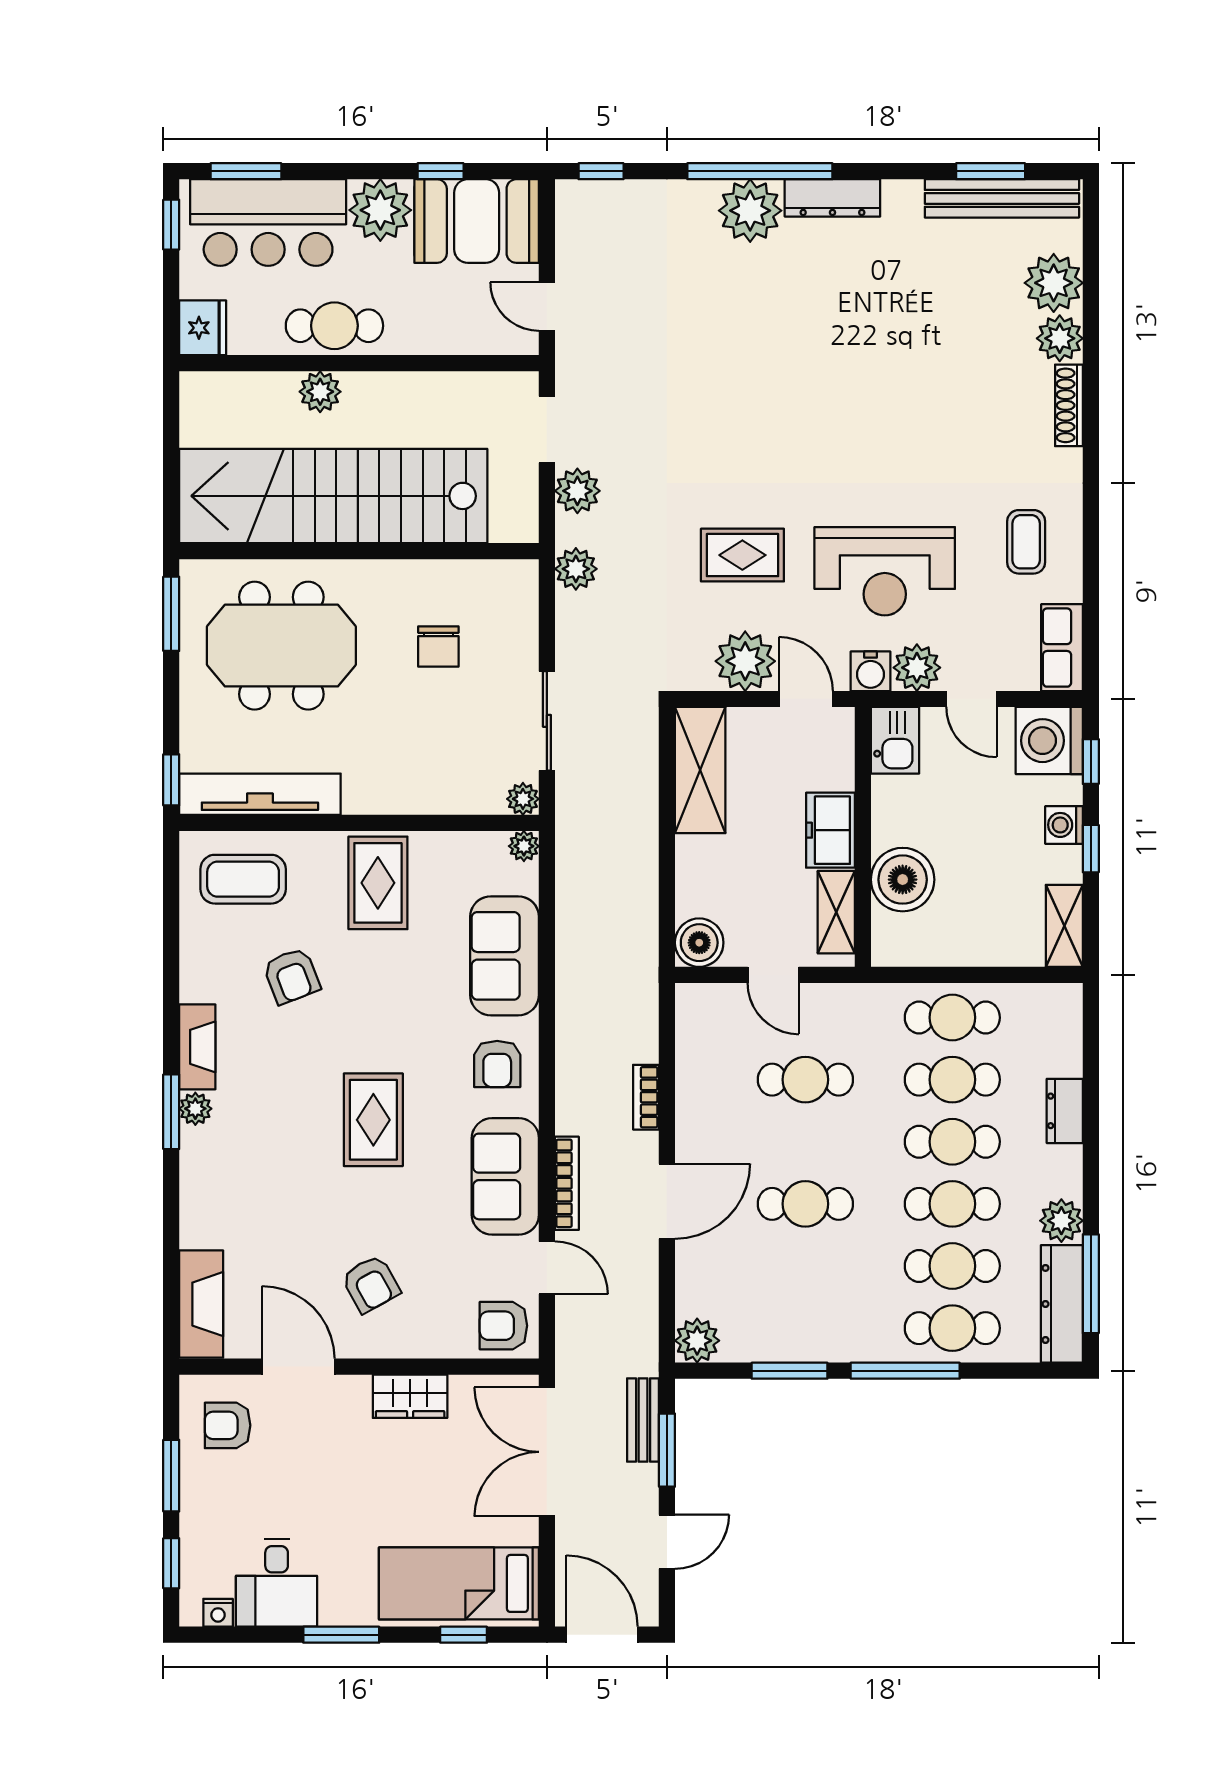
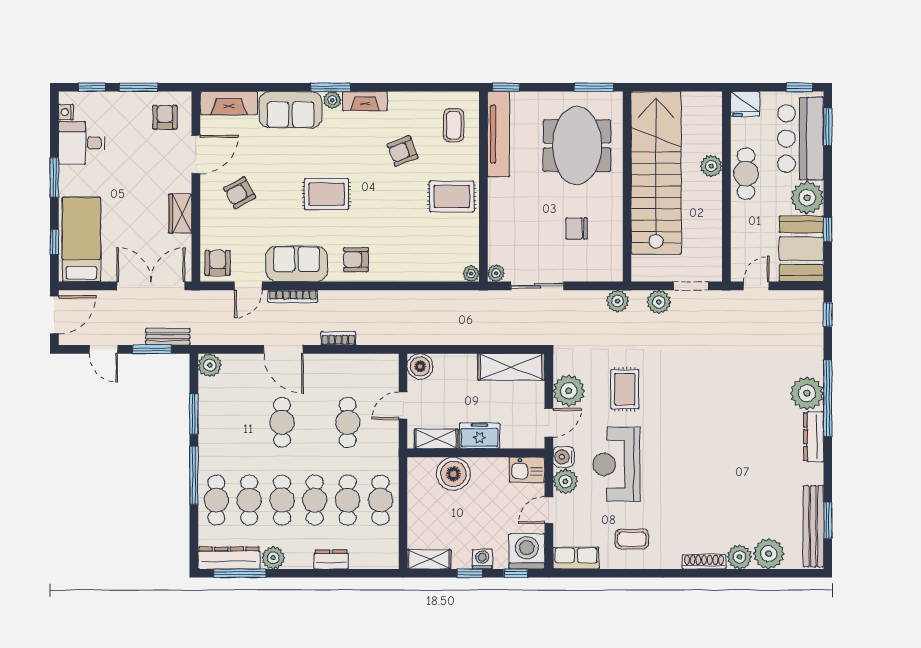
coffee table: (243, 879) -> (454, 125), width x0.73, depth x0.77
sofa: (505, 956) -> (291, 110), moved, turned 180

